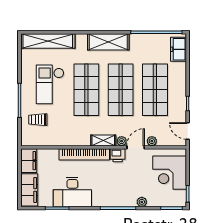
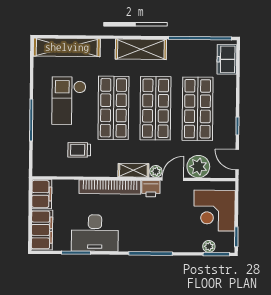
trolley: (38, 120) -> (79, 150), moved
plant: (152, 141) -> (198, 167), width x1.88, depth x1.88
plant: (142, 202) -> (209, 246), moved

